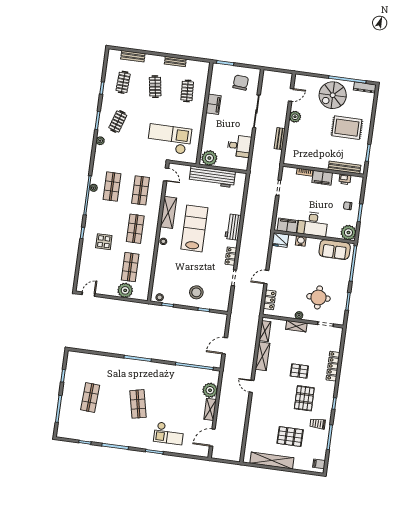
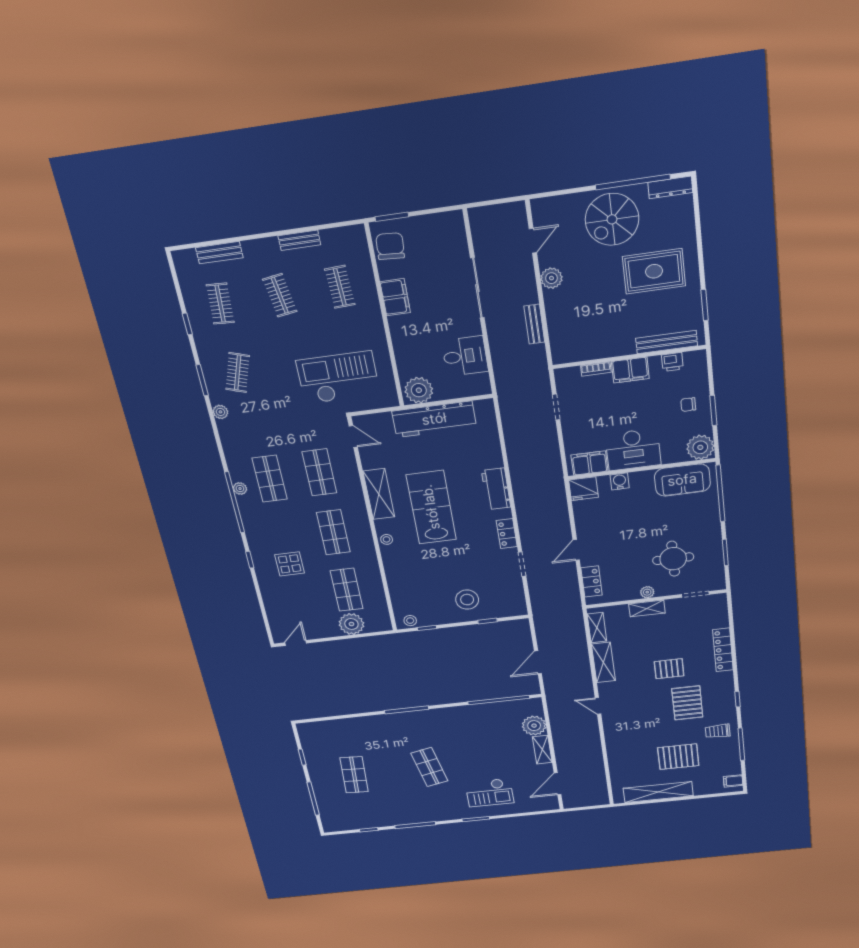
chair: (241, 83) -> (390, 246), moved

